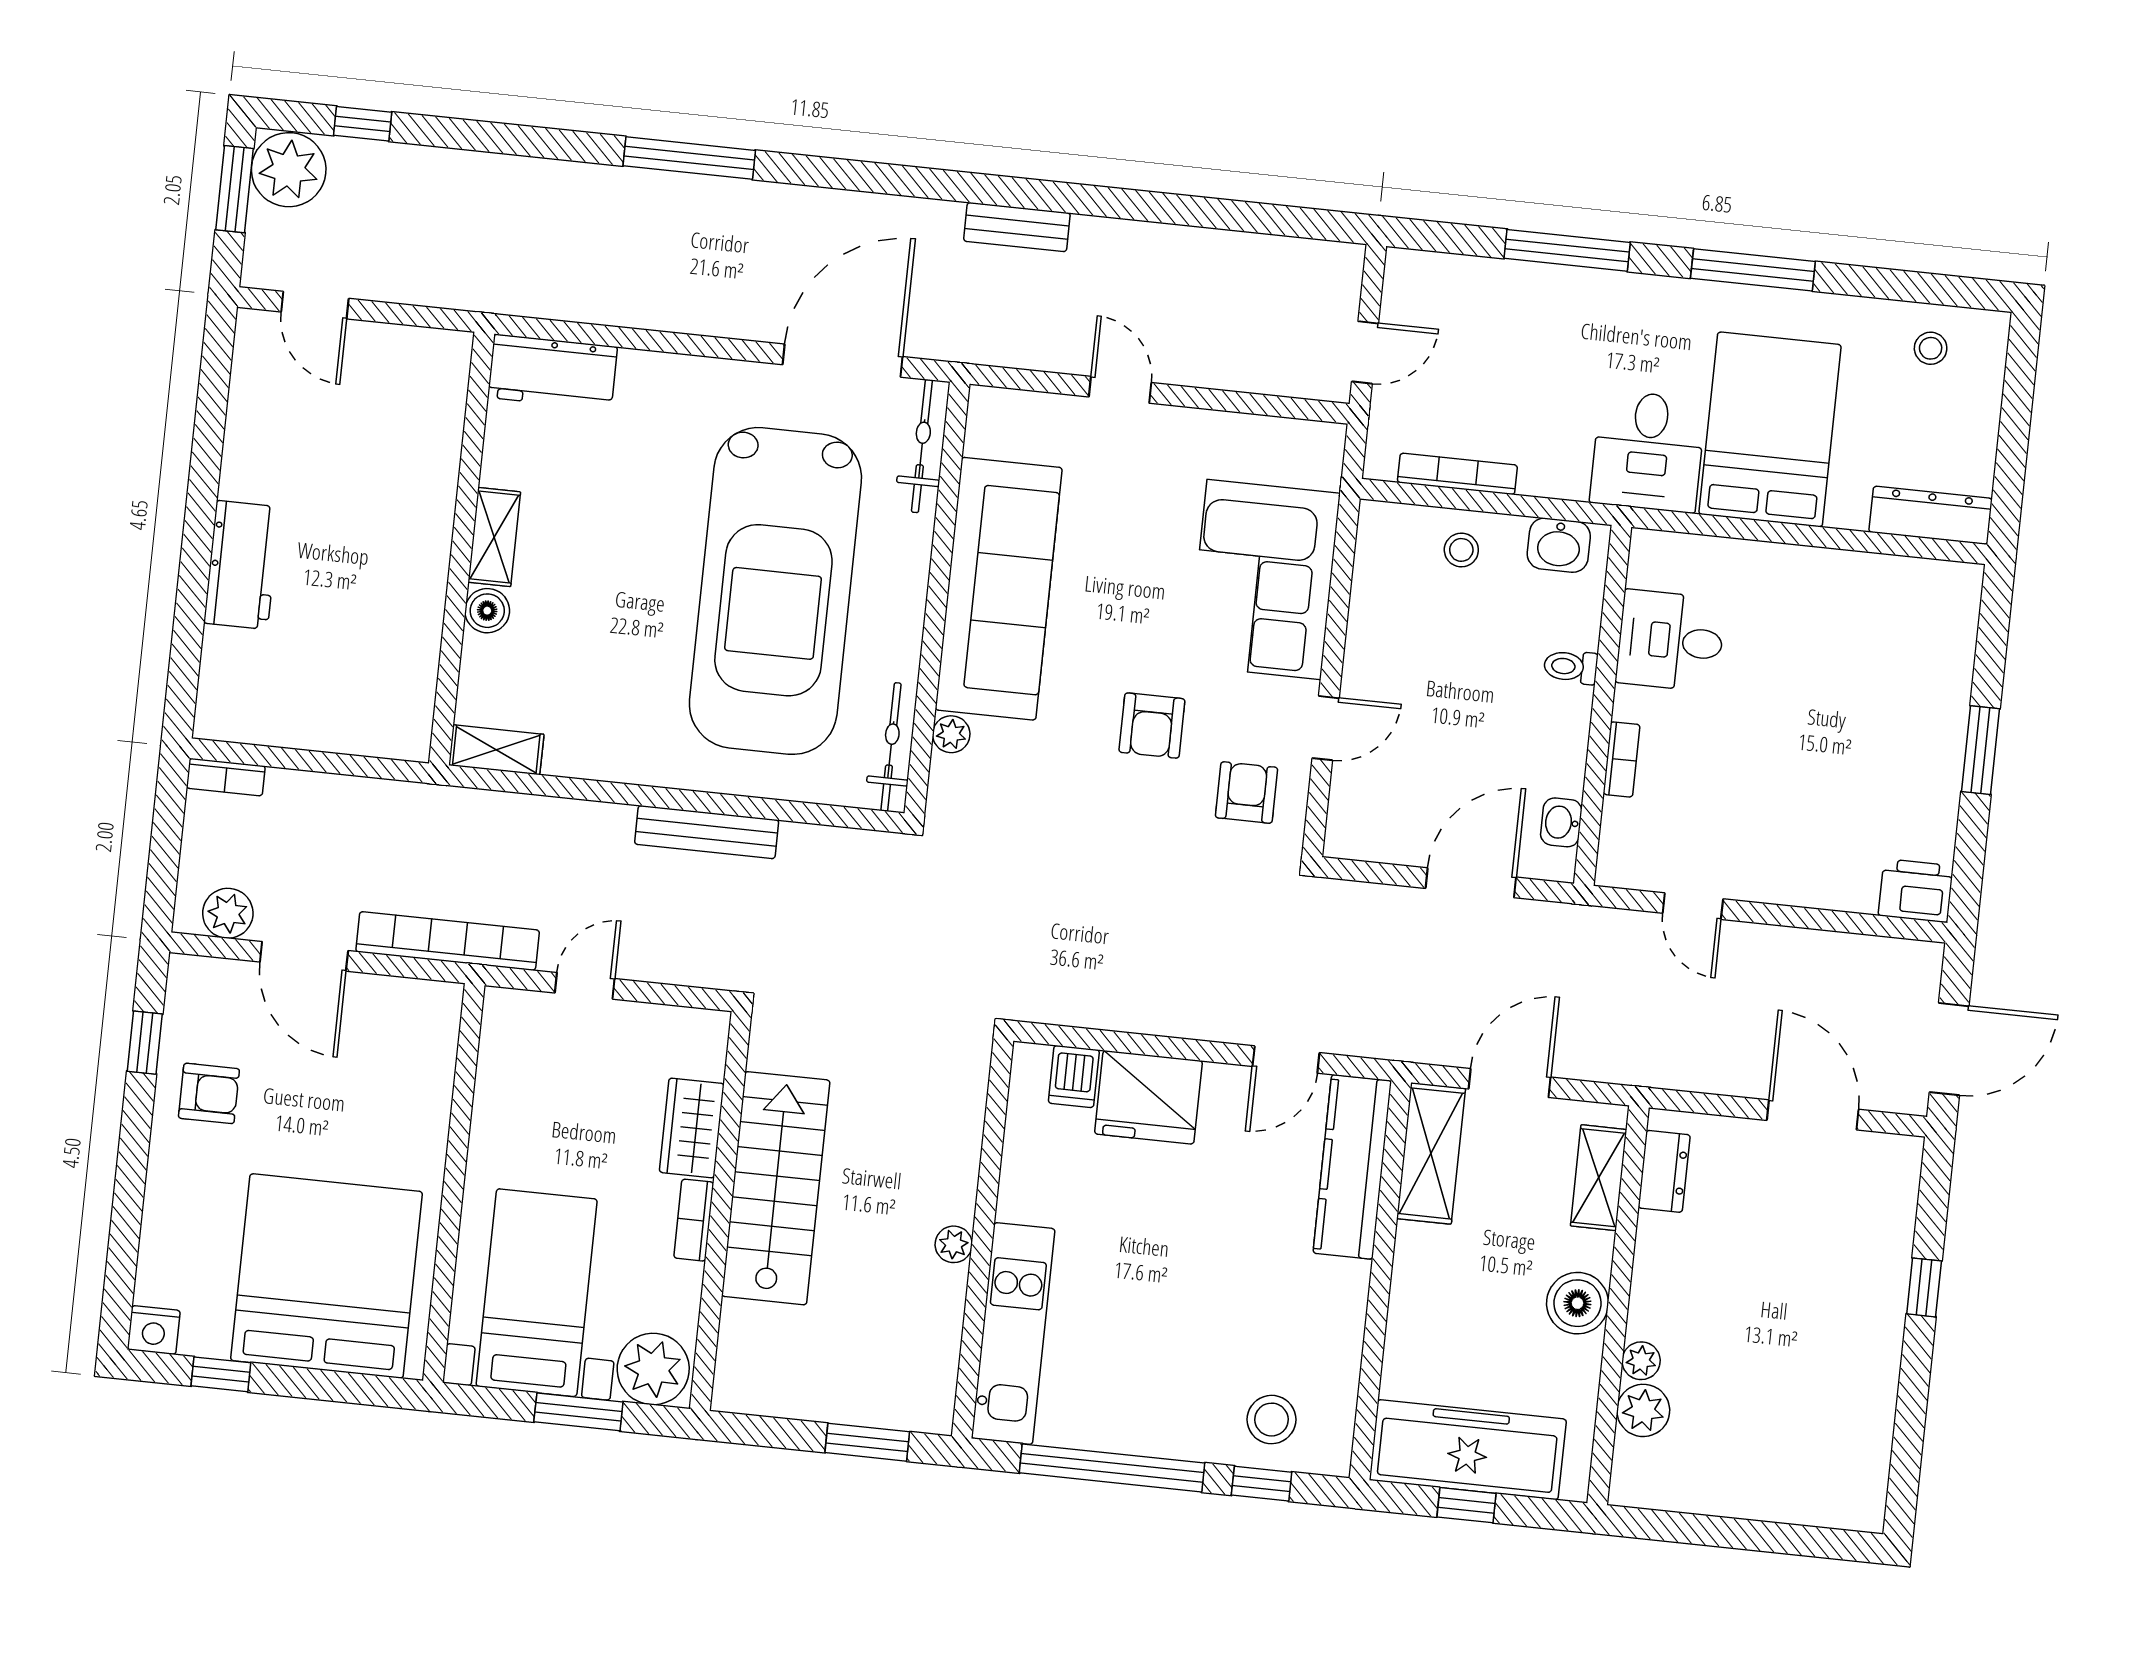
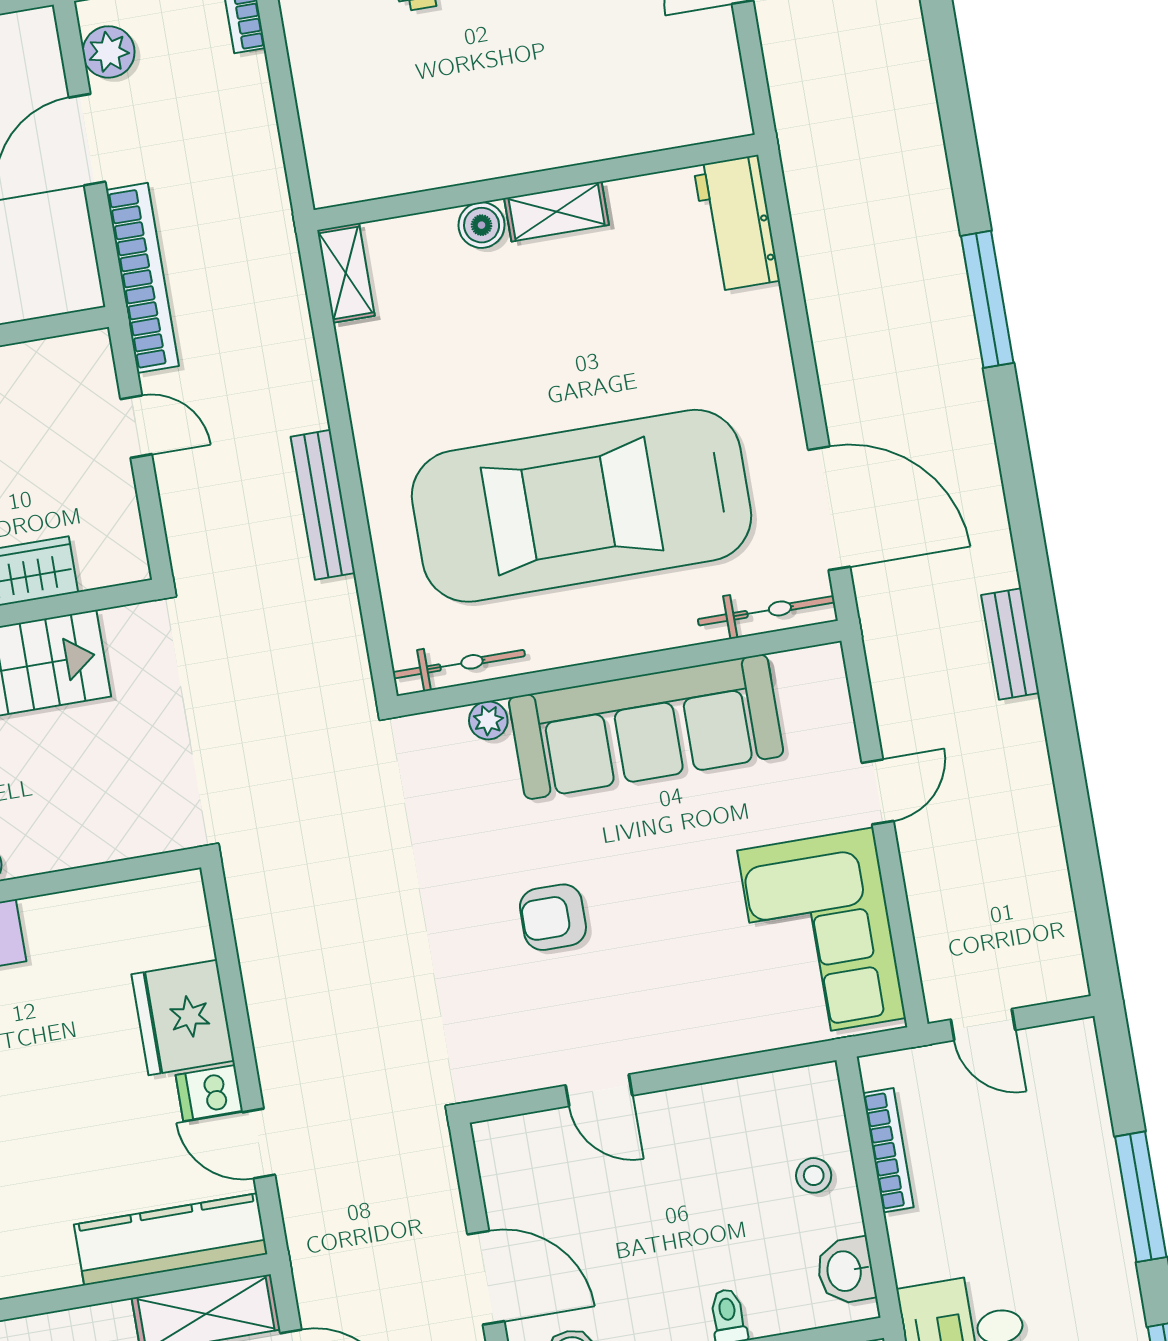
corner sofa: (1264, 579) -> (822, 934), moved, turned -90
armchair: (1247, 793) -> (513, 1030), removed
dishwasher: (1074, 1076) -> (209, 1093), moved

